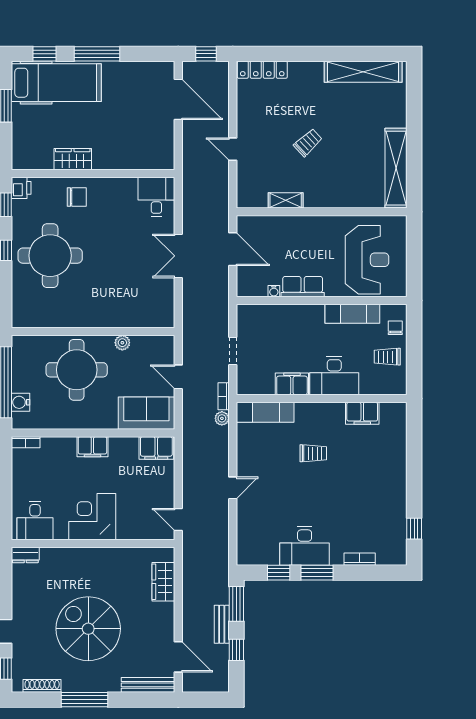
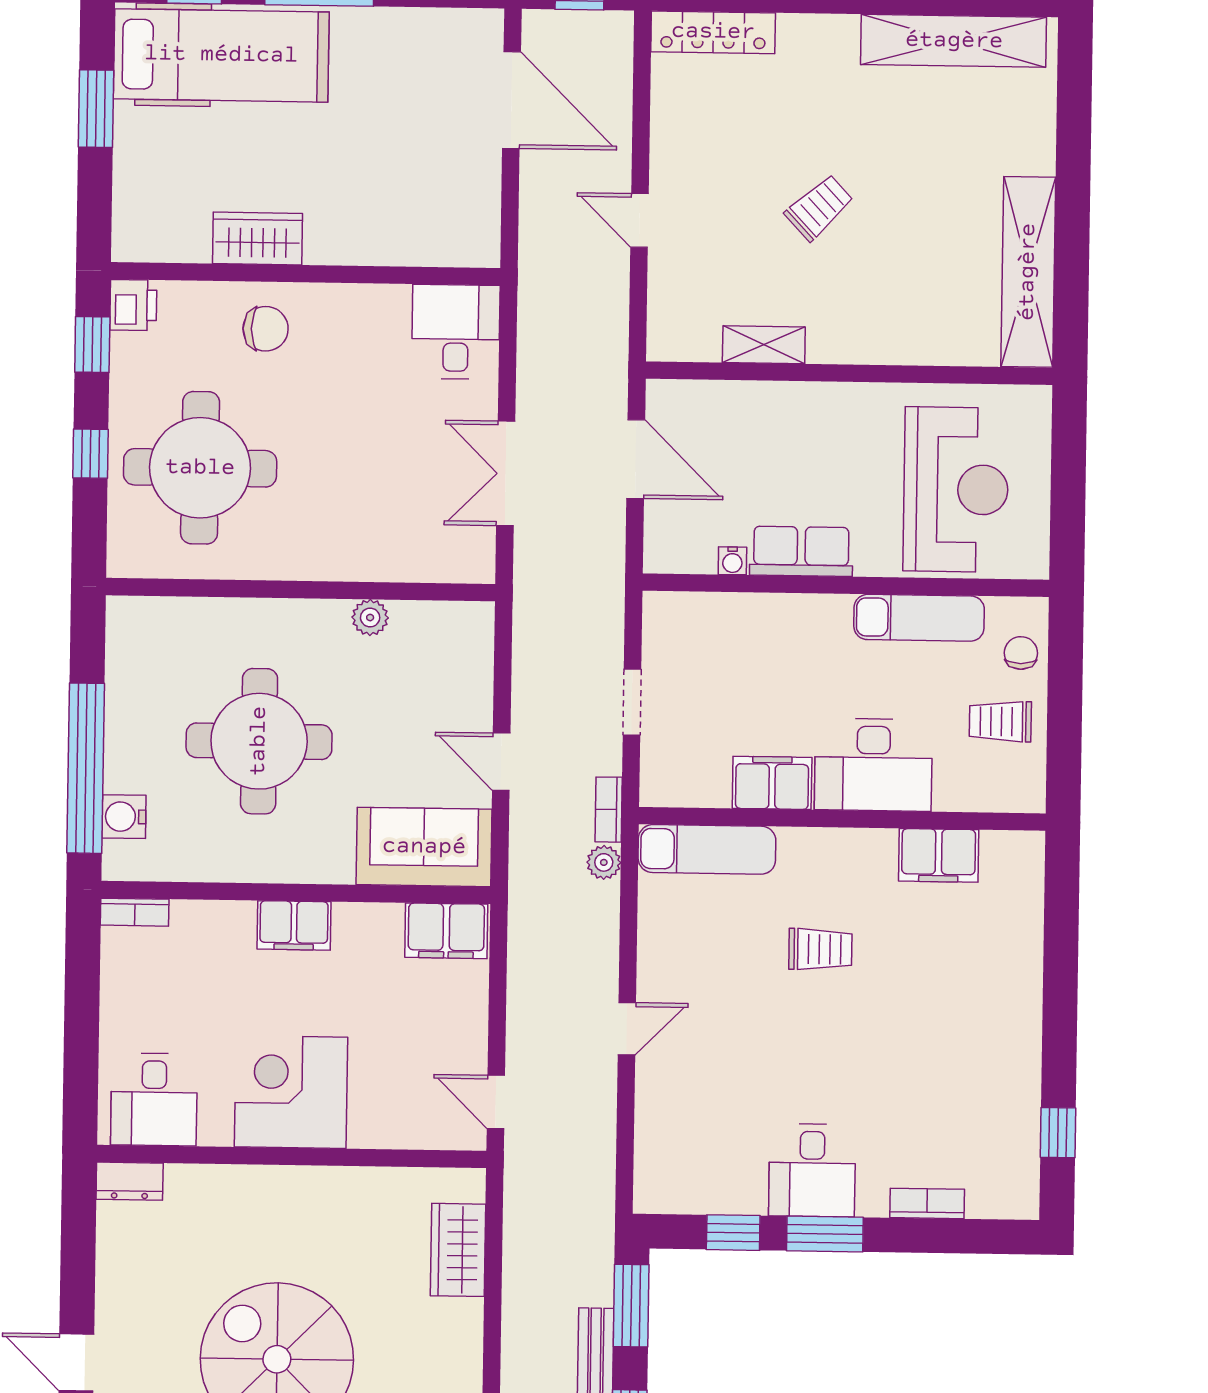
wall: (93, 331) -> (300, 590), moved
plant: (122, 343) -> (370, 618), moved
desk: (305, 546) -> (812, 1170), width x0.73

